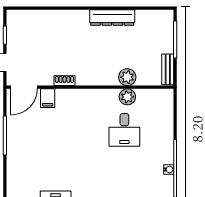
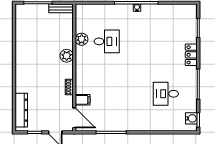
dresser: (112, 18) -> (21, 110), moved
plant: (127, 77) -> (67, 56), moved

